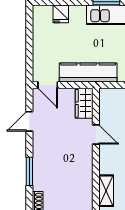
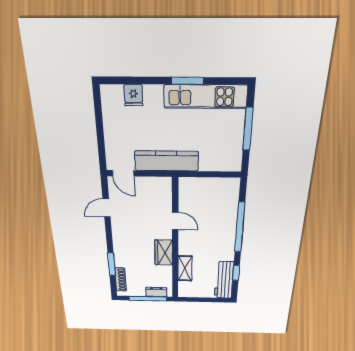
wardrobe: (84, 103) -> (164, 253), moved
window: (29, 171) -> (112, 264), moved

